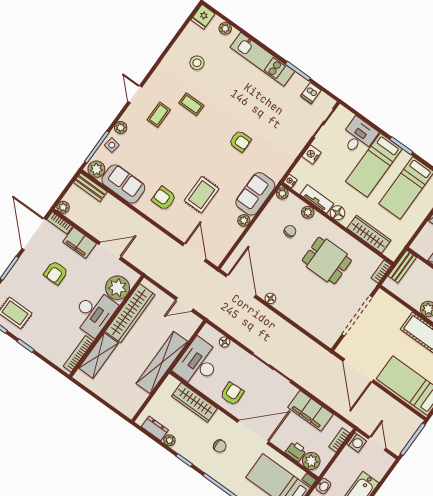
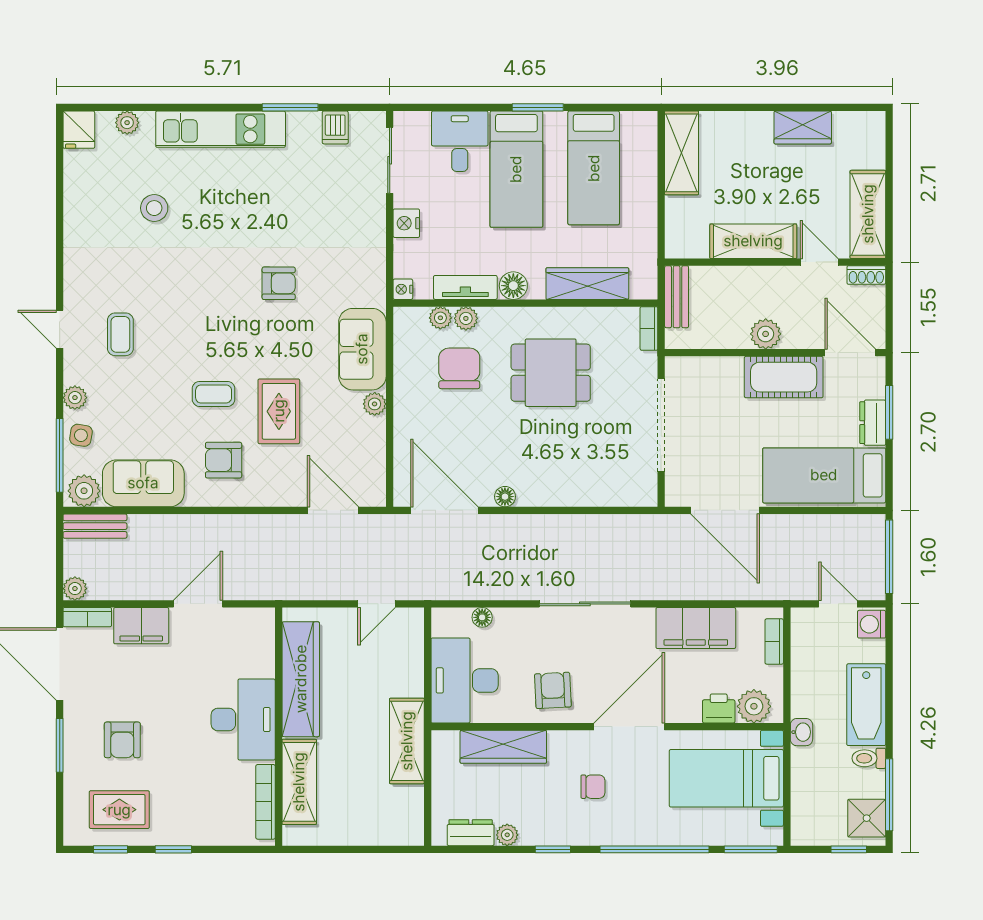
stool: (197, 63) -> (154, 208), moved
coffee table: (191, 104) -> (214, 394), moved
plant: (282, 193) -> (440, 318), moved
chair: (290, 231) -> (459, 368), width x1.87, depth x1.87
armchair: (56, 273) -> (122, 740), moved
plant: (118, 288) -> (252, 653), removed
shelving: (162, 363) -> (407, 741), width x0.68
washing machine: (357, 442) -> (872, 624), moved, turned 180

